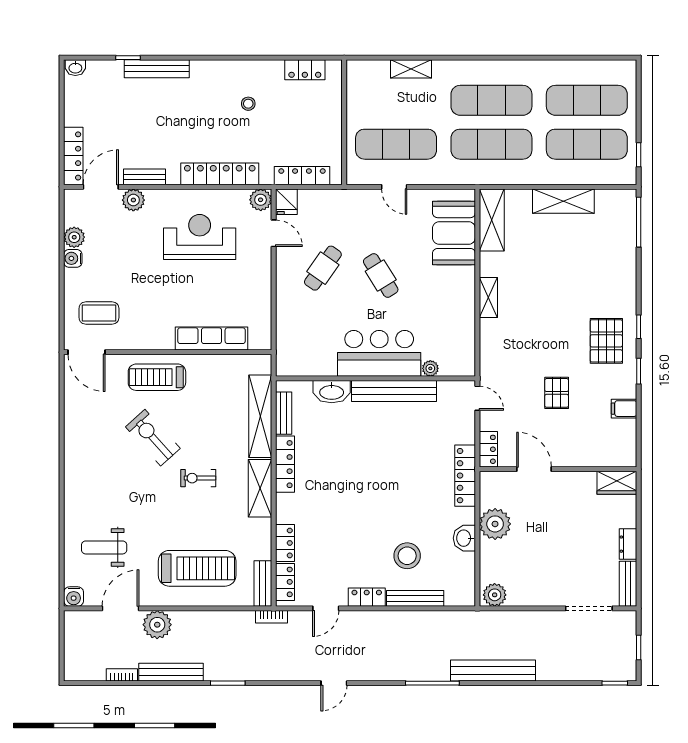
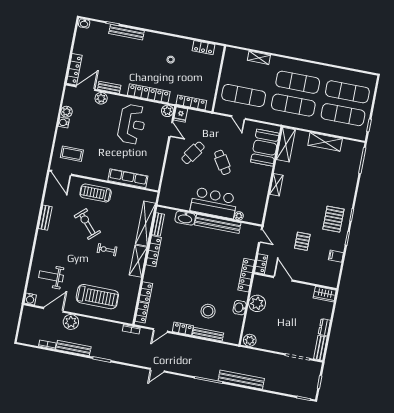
reception desk: (200, 237) -> (132, 124), turned 90
bench: (263, 583) -> (45, 218), moved

